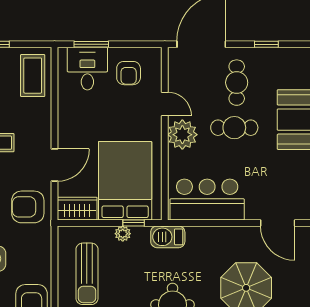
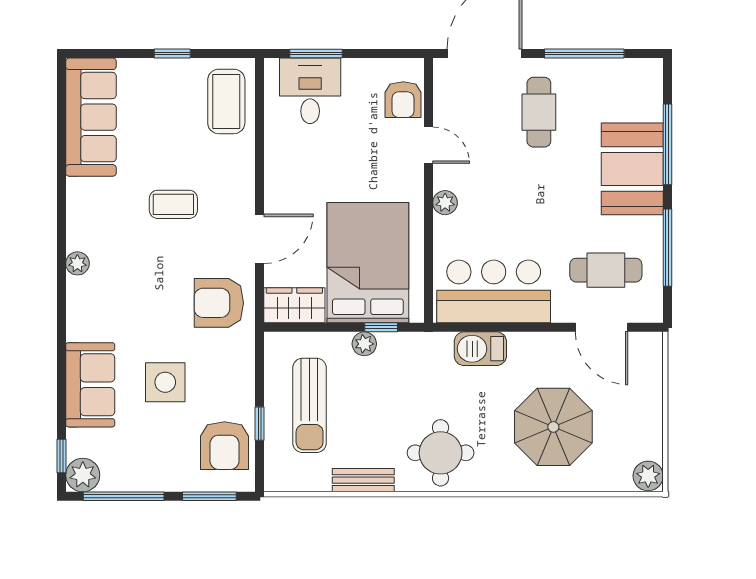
window: (266, 44) -> (584, 53), width x2.17
armchair: (129, 73) -> (403, 100), moved
cafe table: (234, 128) -> (606, 270), moved
plant: (182, 135) -> (445, 203), width x0.53, depth x0.53
barbecue: (168, 237) -> (480, 349), moved
window: (54, 286) -> (260, 424), added

